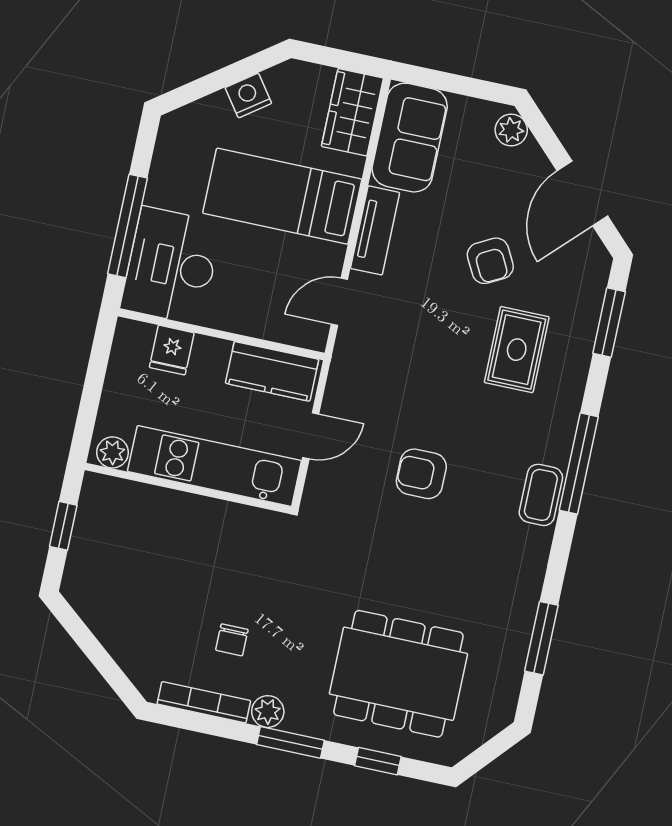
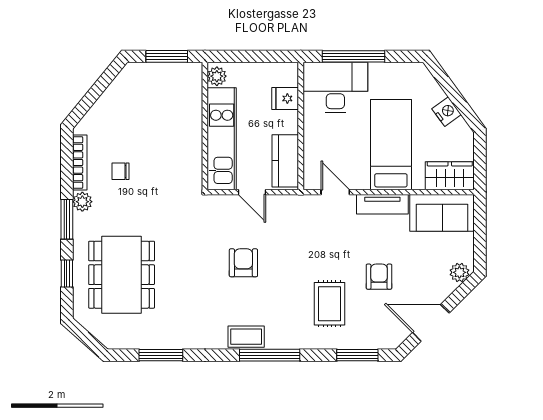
armchair: (490, 261) -> (379, 277), turned 118
rug: (517, 350) -> (330, 304), turned 90
window: (63, 526) -> (167, 56), width x1.50

